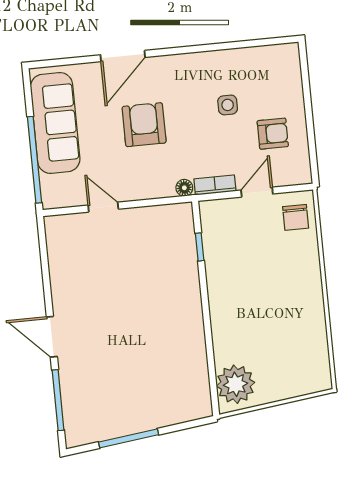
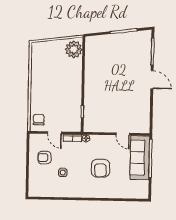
door: (123, 56) -> (106, 199), removed
sofa: (55, 123) -> (140, 158), moved
door: (257, 192) -> (54, 133), hinge flipped

